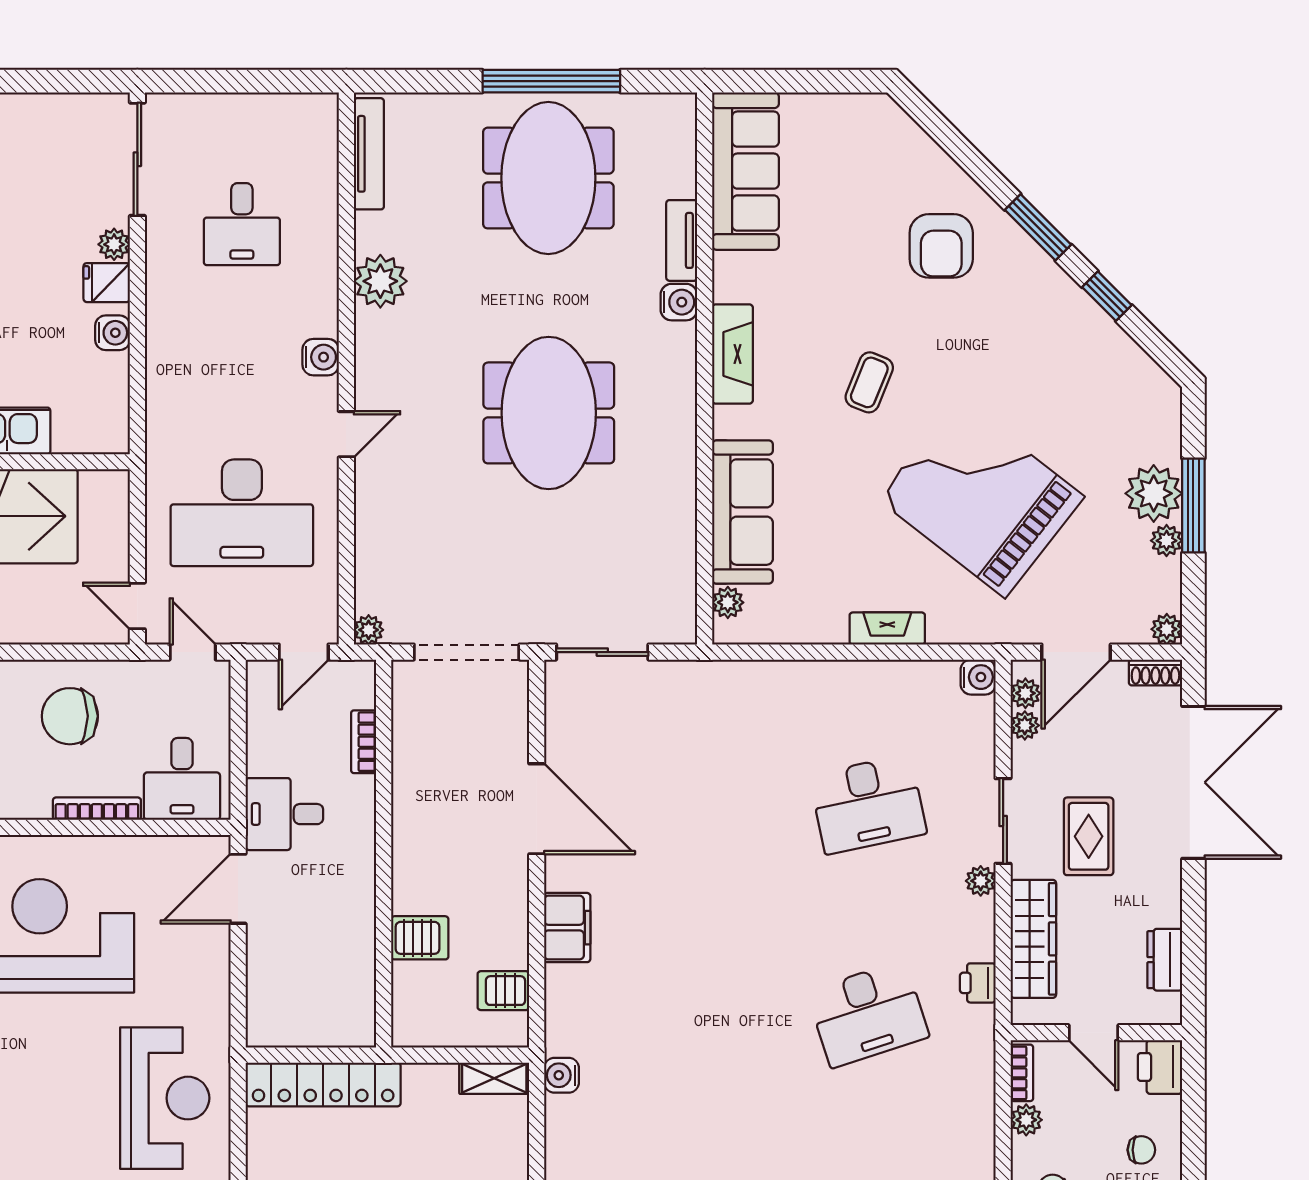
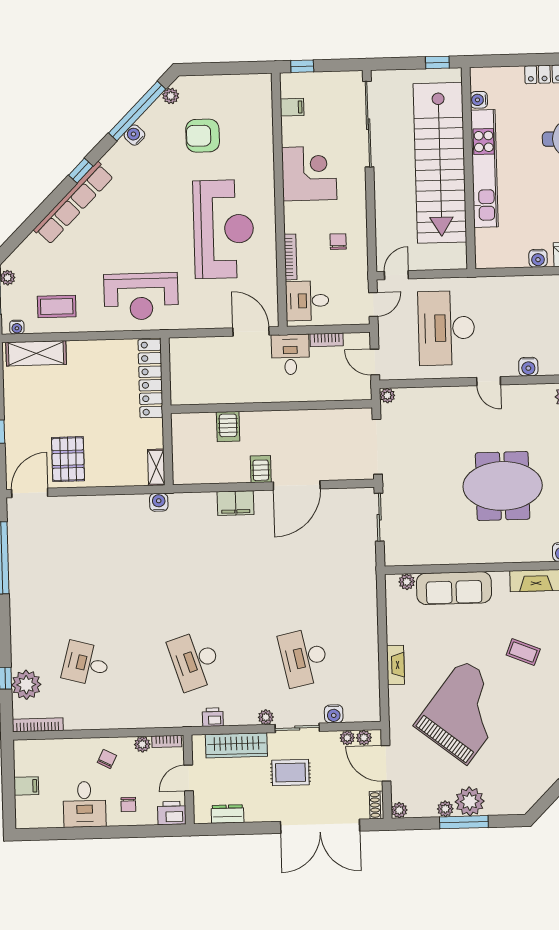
water cooler: (978, 677) -> (334, 714), moved
chair: (70, 716) -> (338, 242), width x0.54, depth x0.54
bookcase: (364, 742) -> (327, 340), moved, turned 180
server rack: (503, 991) -> (261, 469), moved

